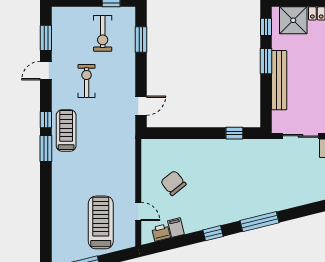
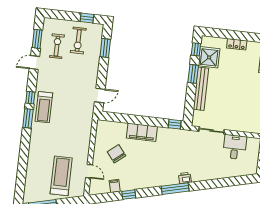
shower: (293, 20) -> (209, 57), moved
exercise bike: (87, 81) -> (57, 46), moved
treadmill: (66, 130) -> (44, 107), turned 180
window: (234, 133) -> (175, 124), moved
filing cabinet: (205, 149) -> (142, 132), added
printer: (161, 233) -> (185, 178), moved
window: (213, 233) -> (129, 195), moved

